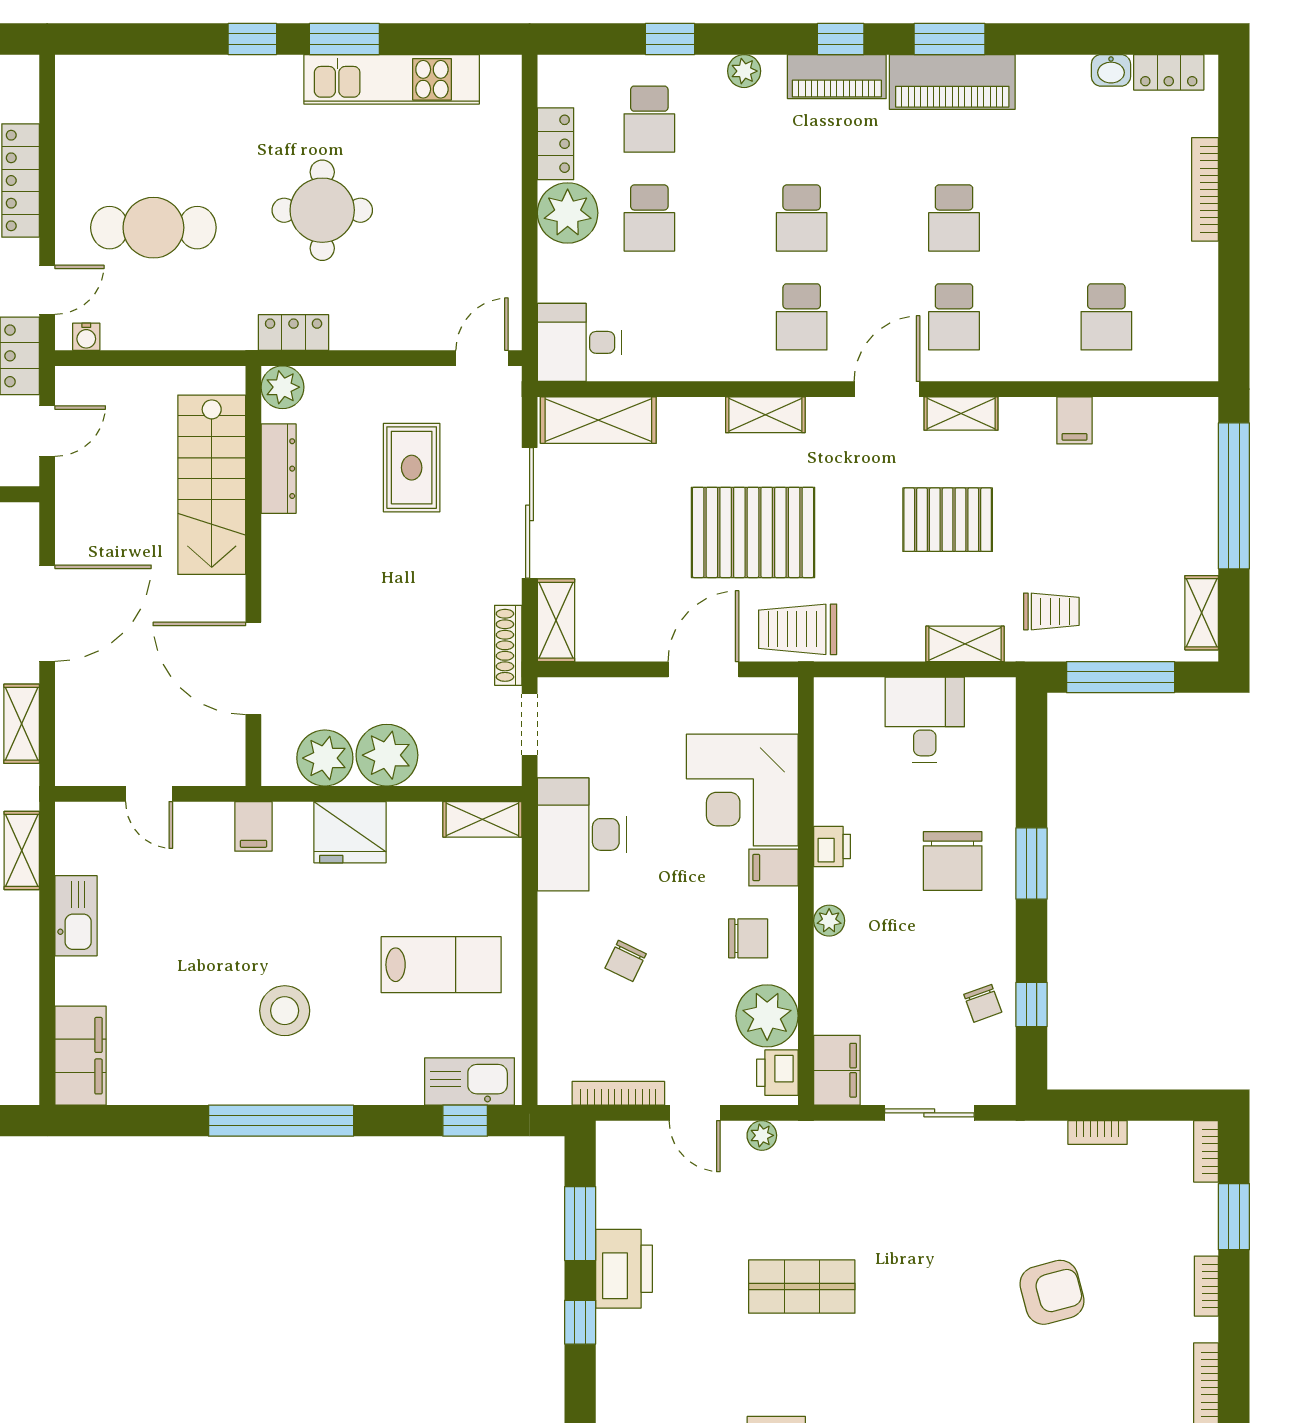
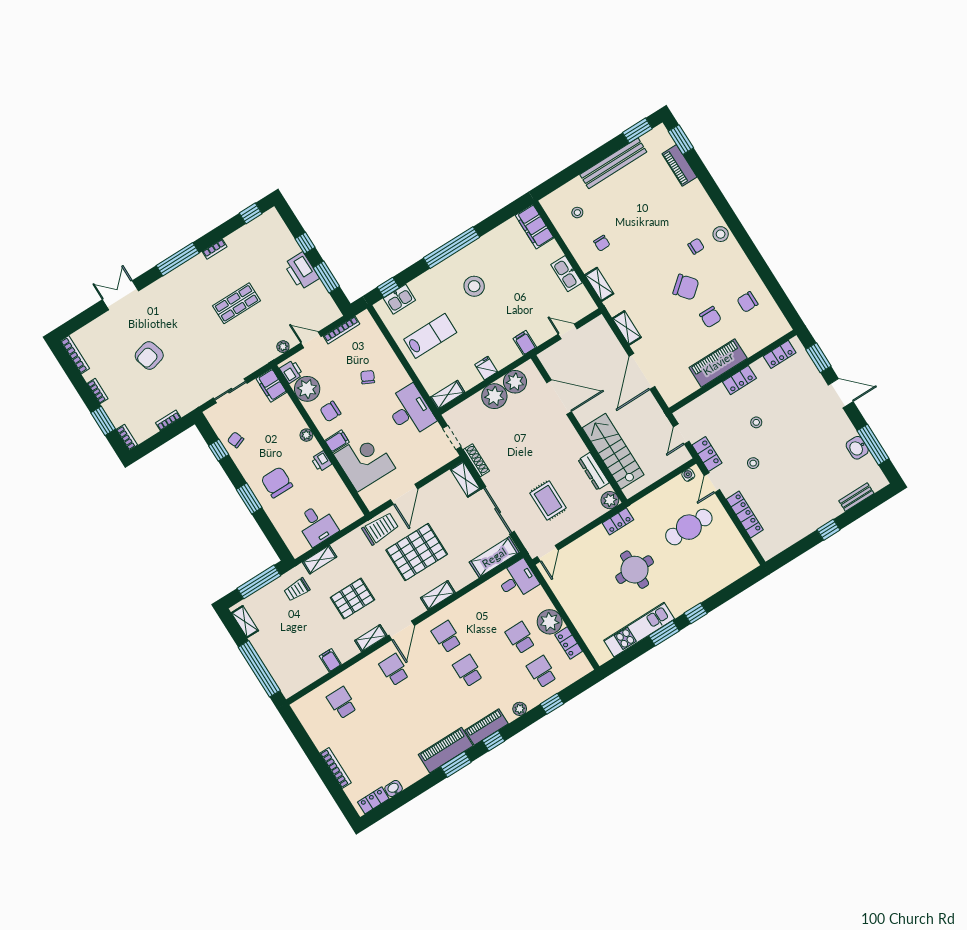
school desk: (954, 218) -> (416, 704), removed
fridge: (350, 832) -> (486, 368), width x0.53, depth x0.75
lab bench: (441, 965) -> (430, 336), turned 180
kitchen sink: (470, 1081) -> (399, 299), width x0.73

